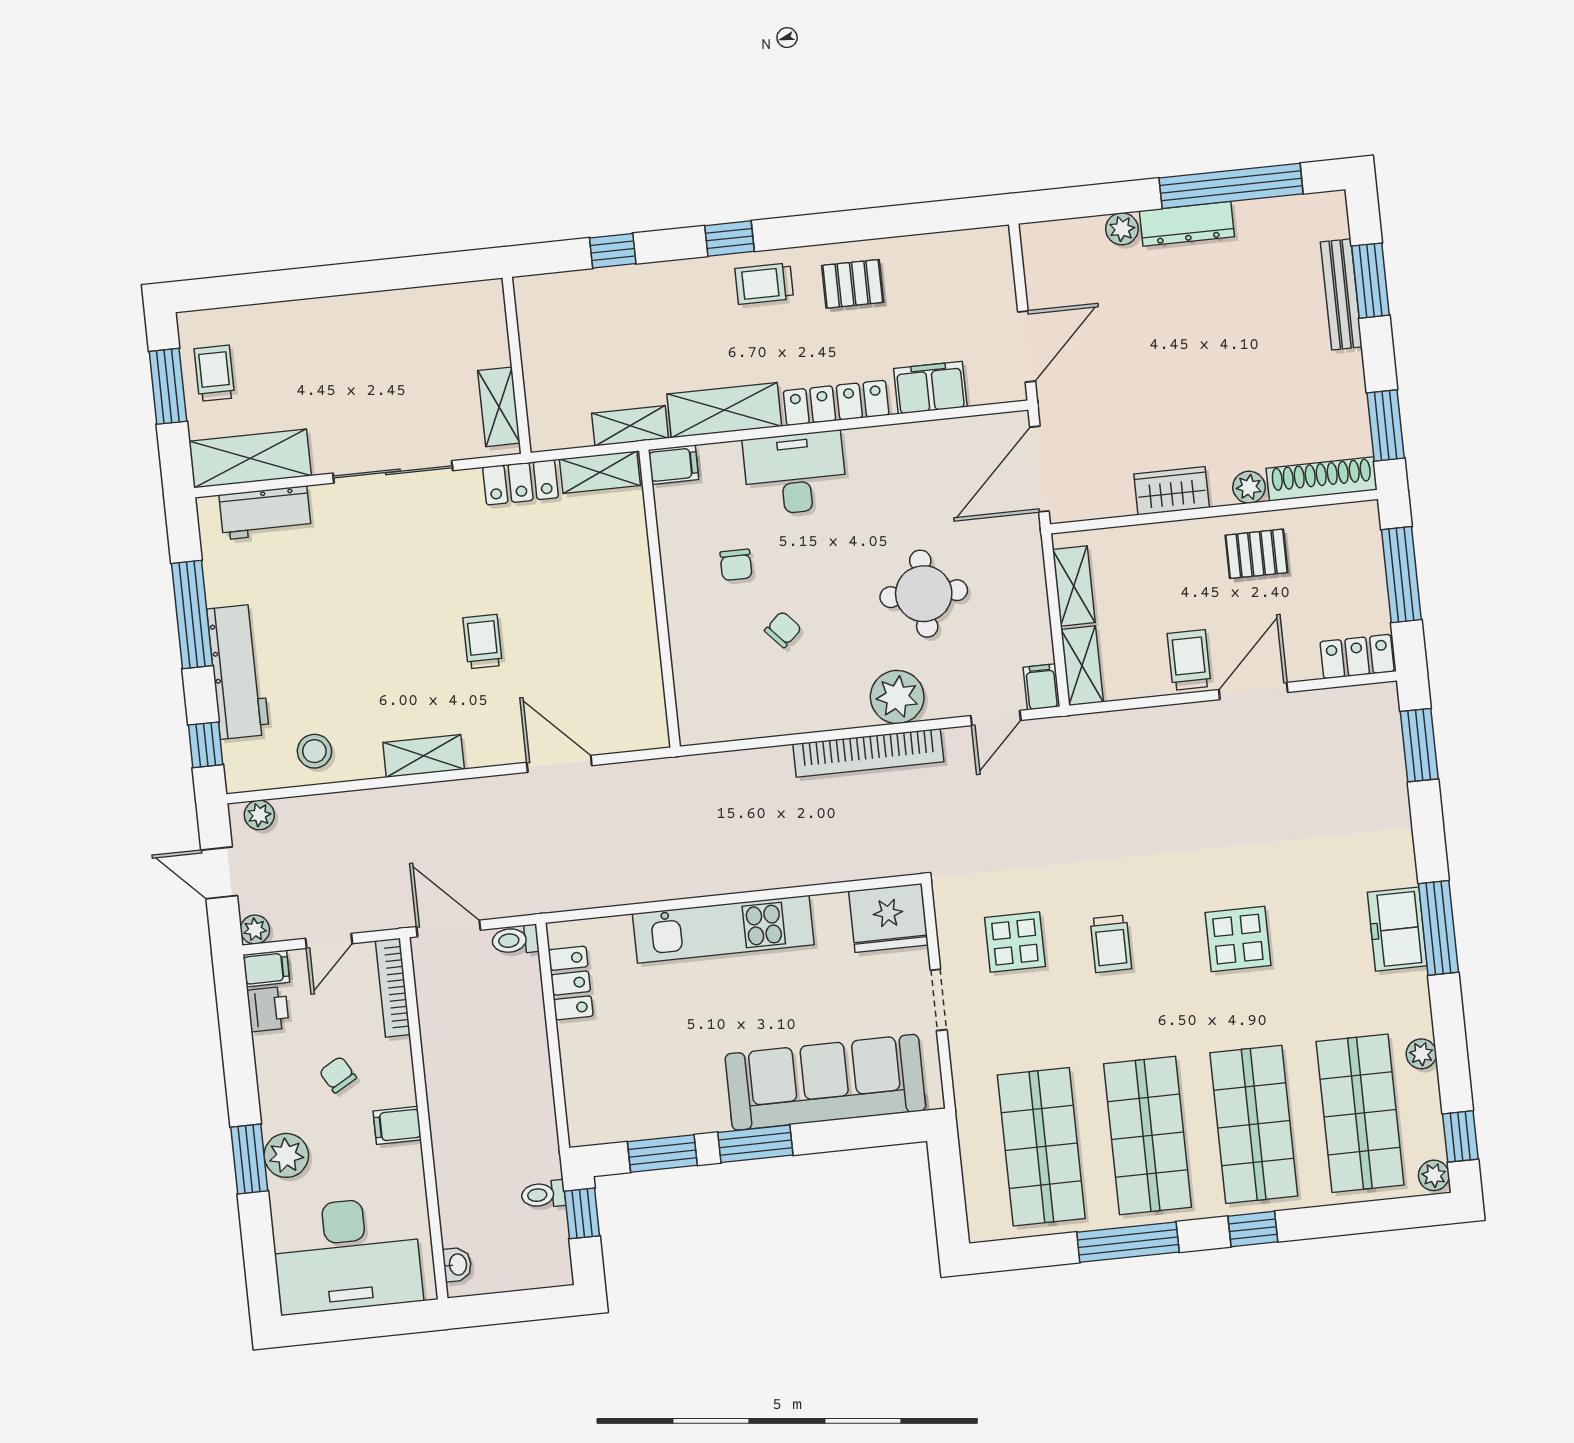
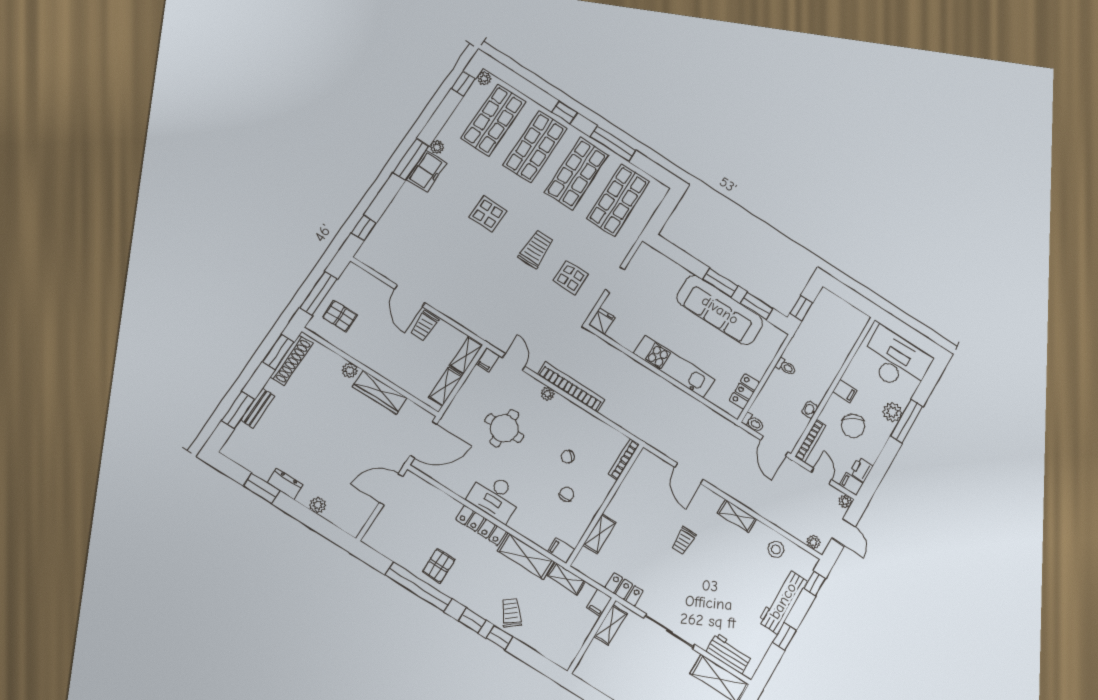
window: (1231, 186) -> (262, 488), width x0.47
dresser: (1187, 224) -> (285, 484), width x0.70
window: (858, 225) -> (419, 587), added
window: (613, 251) -> (499, 637), moved
trolley: (764, 284) -> (511, 613), moved, turned -128
pallet: (853, 284) -> (439, 566), turned 90
bench: (1341, 294) -> (258, 408), width x0.73
filing cabinet: (930, 388) -> (599, 603), moved, width x0.50
shelving: (600, 472) -> (600, 534), moved, turned 90
desk: (795, 473) -> (495, 497), moved
shoe rack: (1322, 479) -> (292, 360), moved, turned -90
wardrobe: (1172, 491) -> (380, 392), width x1.50
pallet: (1257, 554) -> (340, 316), moved
window: (192, 614) -> (784, 637), width x0.46
locker: (1357, 657) -> (360, 277), removed
door: (1253, 691) -> (410, 296), hinge flipped
plant: (897, 697) -> (547, 394), width x0.53, depth x0.53
bookcase: (686, 700) -> (624, 459), added
door: (996, 718) -> (514, 362), hinge flipped
window: (1419, 745) -> (364, 228), width x0.67
fridge: (888, 918) -> (602, 321), width x0.53, depth x0.75
door: (329, 941) -> (821, 476), hinge flipped
trolley: (1111, 944) -> (536, 249), width x1.36, depth x1.39
plant: (1421, 1054) -> (437, 147), moved
chair: (338, 1075) -> (853, 426), width x1.87, depth x1.87
sofa: (825, 1082) -> (720, 310), moved
window: (249, 1159) -> (907, 421), width x1.44
toilet: (543, 1194) -> (786, 367), moved
washbasin: (457, 1265) -> (810, 410), moved

